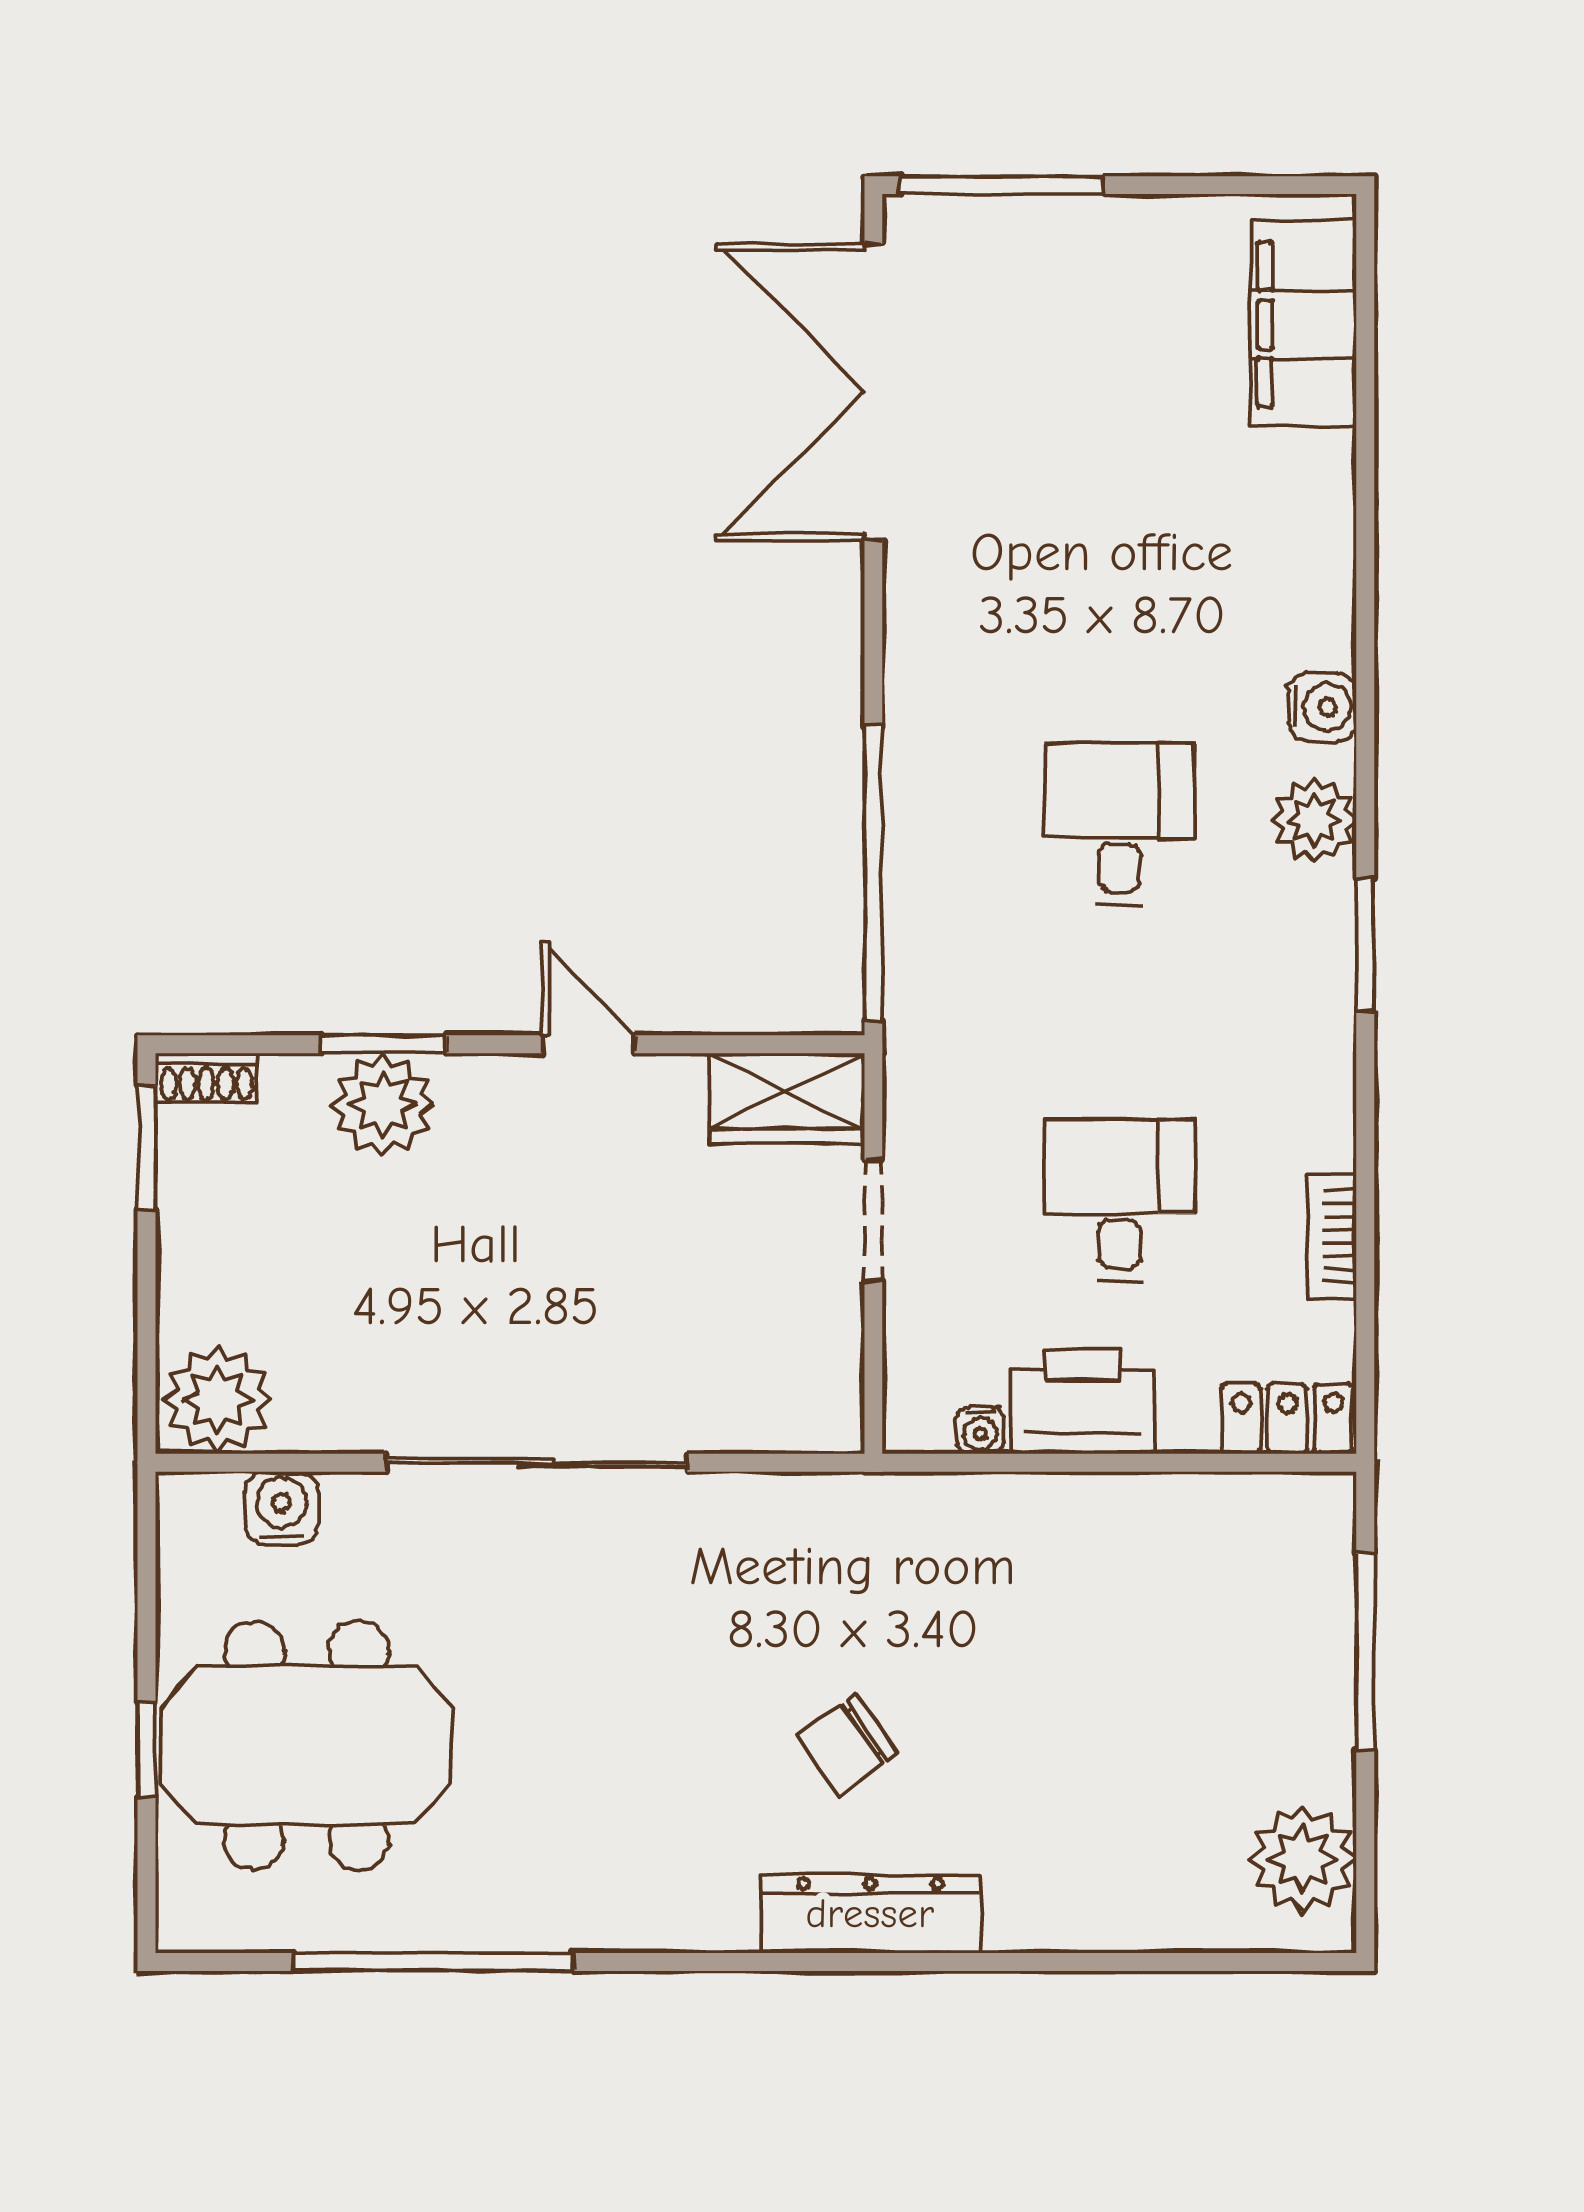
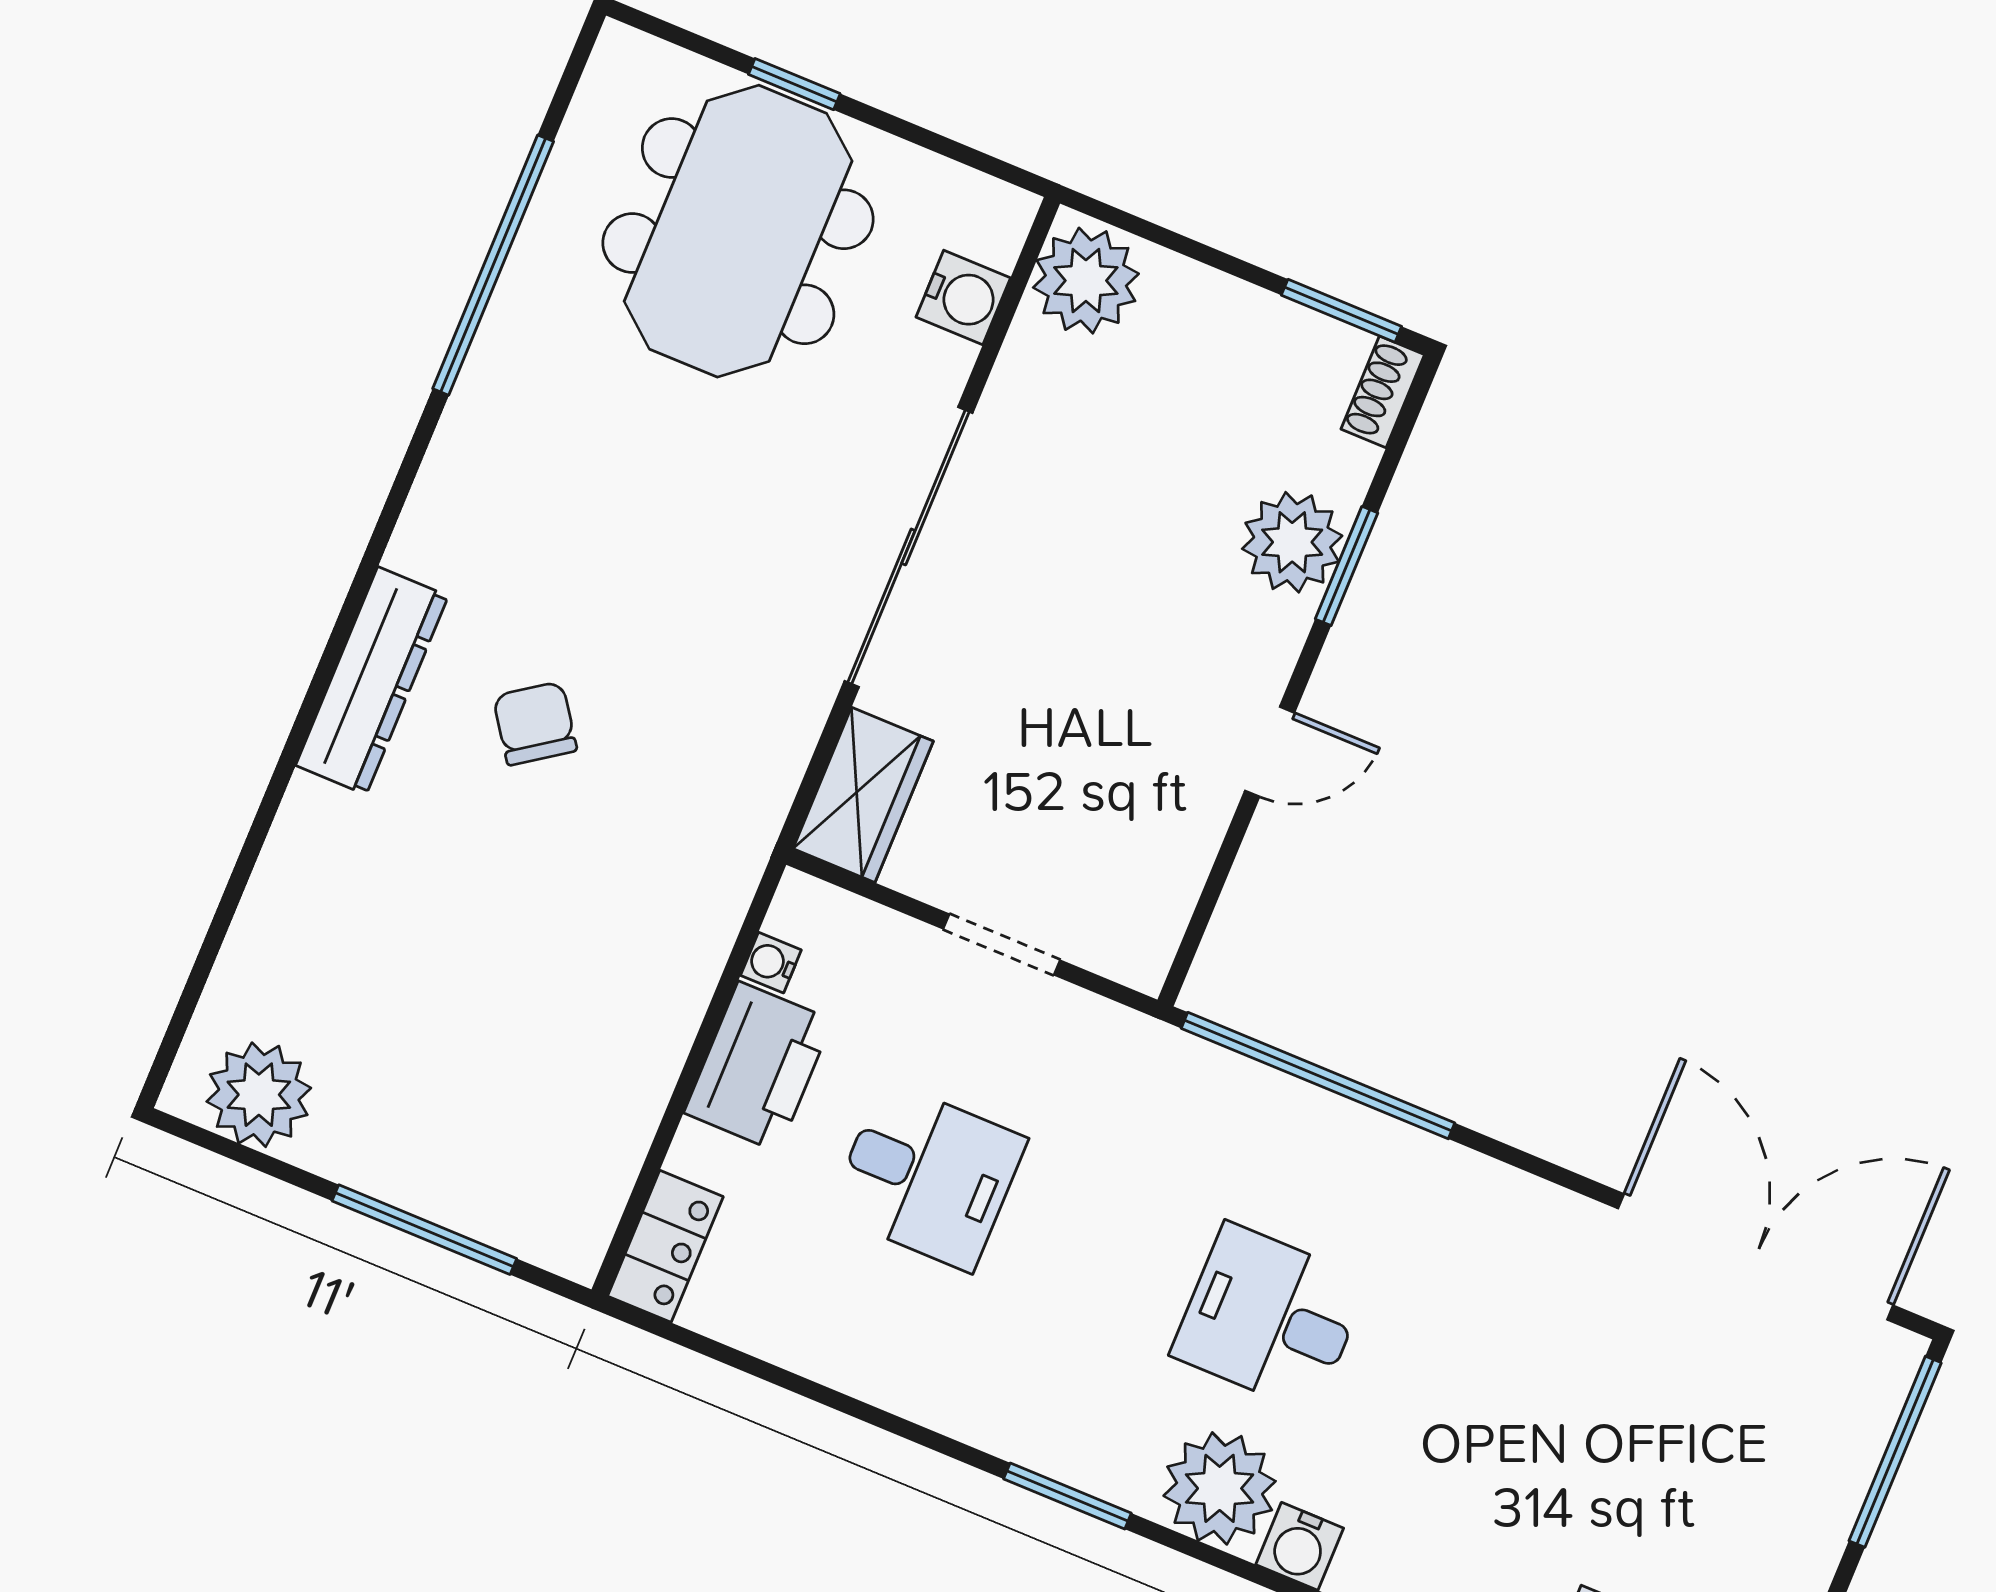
plant: (1314, 820) -> (1220, 1488), width x1.36, depth x1.36
desk: (1119, 824) -> (1270, 1318), turned 180
wardrobe: (787, 1098) -> (863, 795), moved, turned 180
bookcase: (1332, 1236) -> (815, 1356), removed

